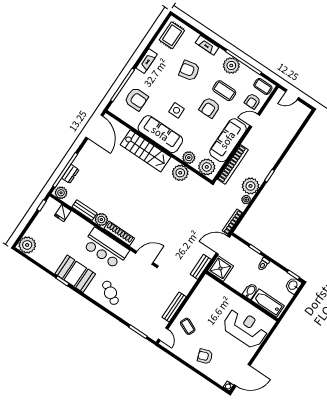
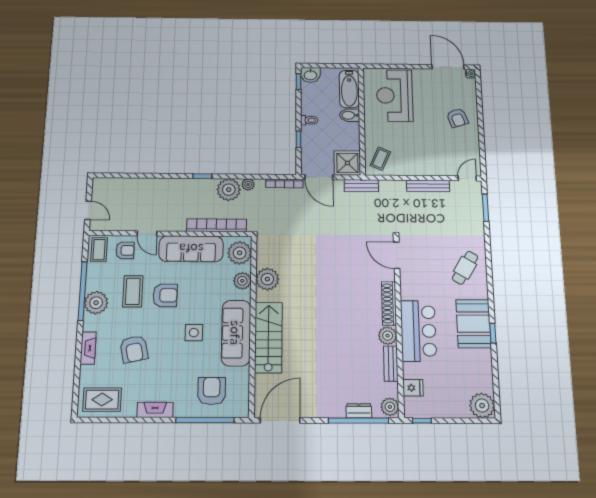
bar counter: (106, 248) -> (418, 331), moved
coffee table: (188, 326) -> (380, 159), moved

